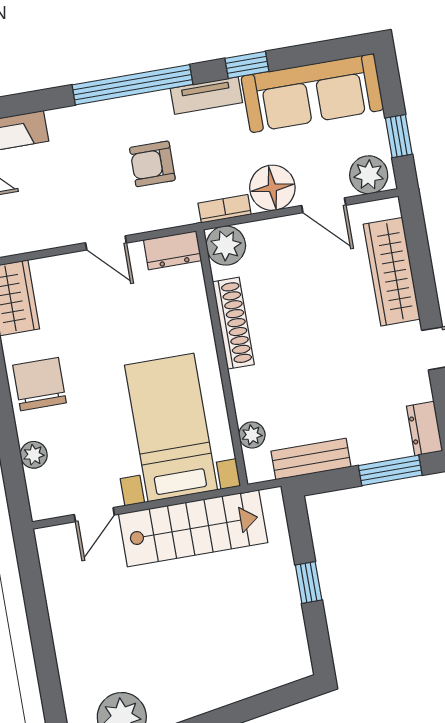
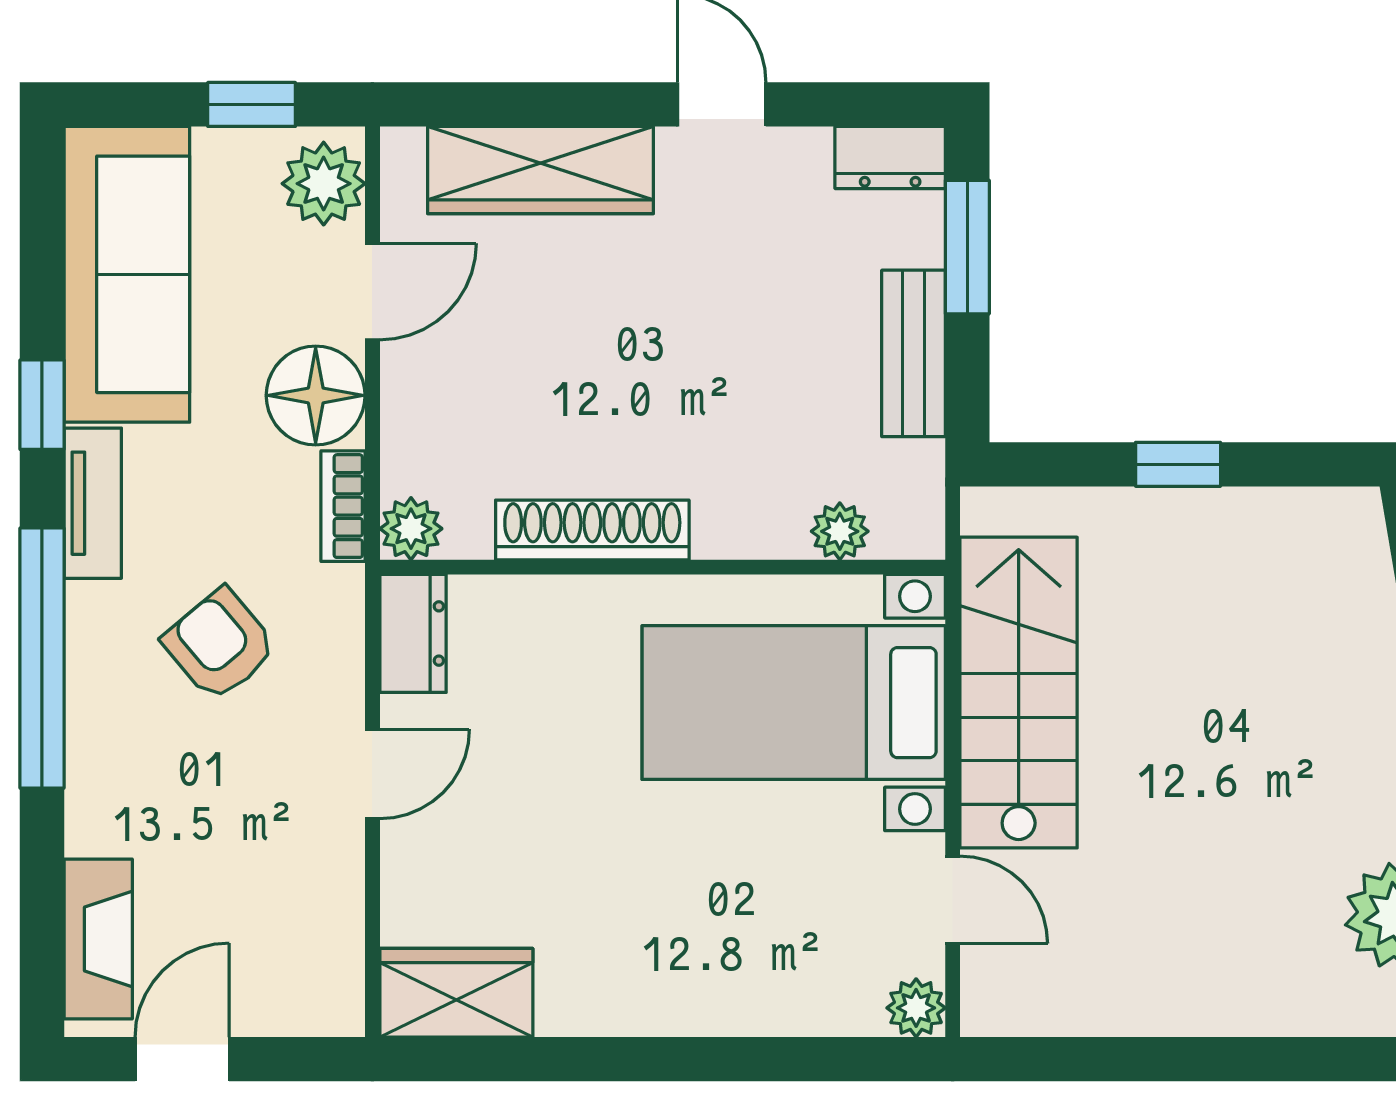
armchair: (152, 164) -> (220, 645), turned 140
plant: (226, 246) -> (411, 529), width x0.73, depth x0.73
chair: (40, 384) -> (651, 969), removed
plant: (34, 455) -> (916, 1008), moved
bench: (311, 459) -> (914, 353), moved

